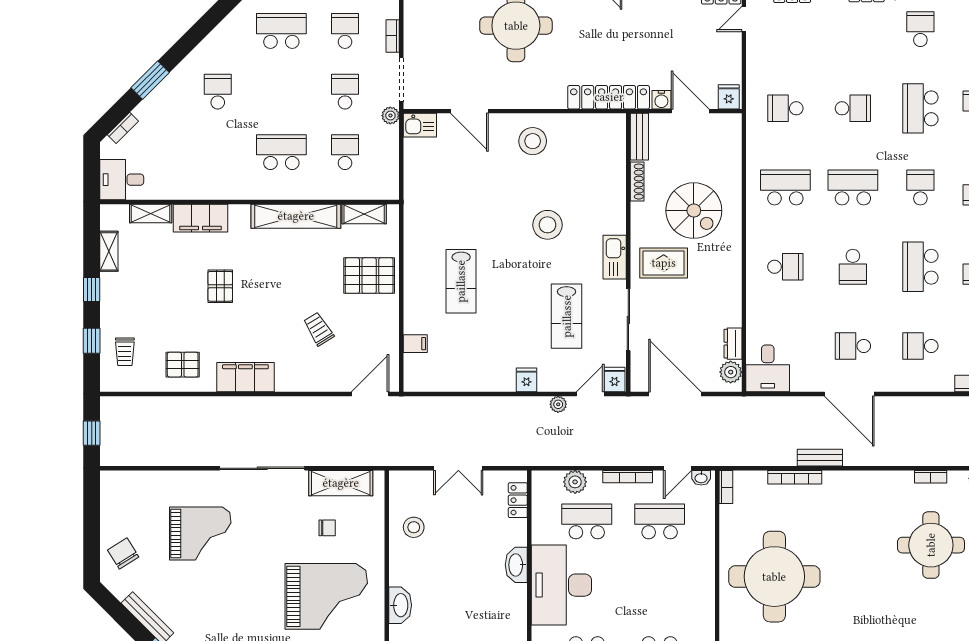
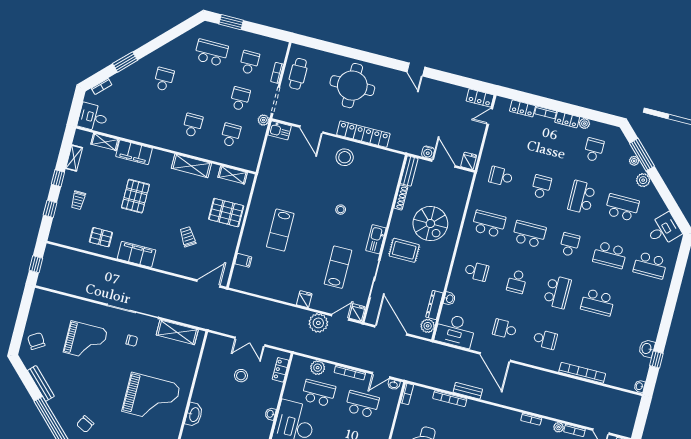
cafe table: (426, 29) -> (298, 74), added
locker: (609, 97) -> (363, 134), moved
school desk: (853, 108) -> (541, 187), turned -90
school desk: (281, 152) -> (193, 125), width x0.54
shelving: (296, 216) -> (191, 166), width x0.68
stool: (548, 225) -> (341, 210), width x0.53, depth x0.53
school desk: (920, 267) -> (557, 292), turned 180
pallet: (220, 286) -> (135, 196), width x1.50, depth x1.42
lab bench: (567, 316) -> (338, 267), turned 180
washbasin: (754, 321) -> (449, 299), added
dresser: (733, 344) -> (434, 305), width x1.44
school desk: (920, 346) -> (545, 339), turned 180
trolley: (125, 352) -> (78, 200), moved
desk: (768, 368) -> (455, 331), width x1.37
plant: (558, 404) -> (318, 323), width x1.87, depth x1.87
stool: (414, 527) -> (241, 376), moved
chair: (327, 528) -> (132, 341), moved
washbasin: (516, 565) -> (270, 414), width x0.52, depth x0.69

